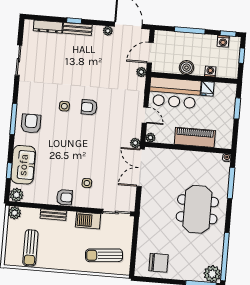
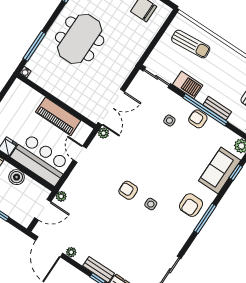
armchair: (89, 107) -> (128, 190), turned 180
piano: (195, 137) -> (58, 116), moved
plant: (150, 138) -> (86, 130), removed
window: (62, 208) -> (205, 110), added

